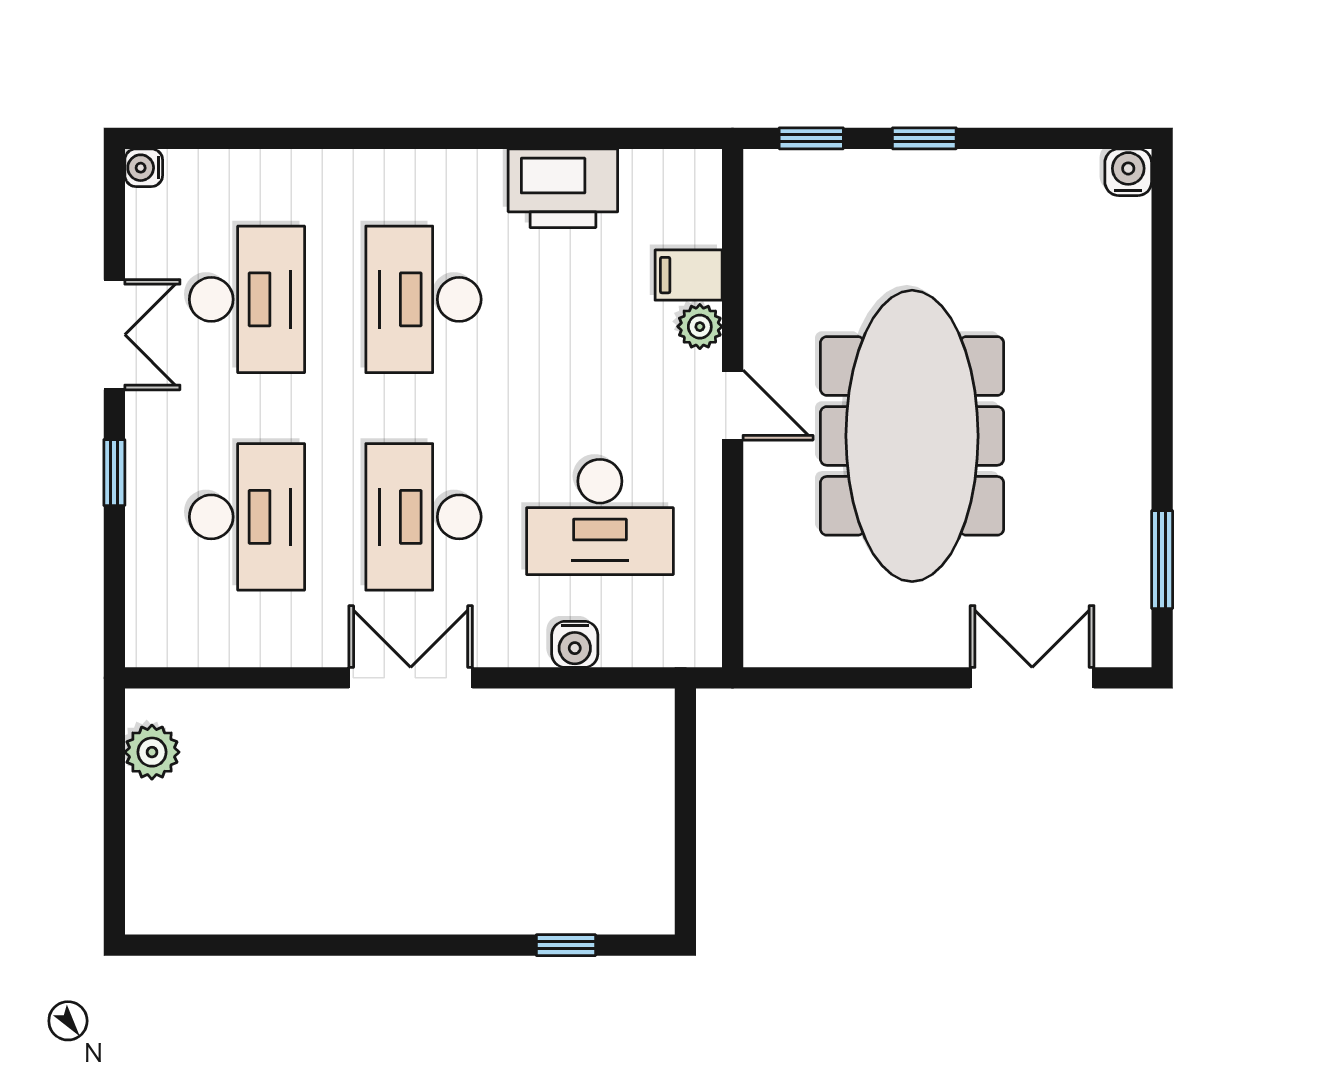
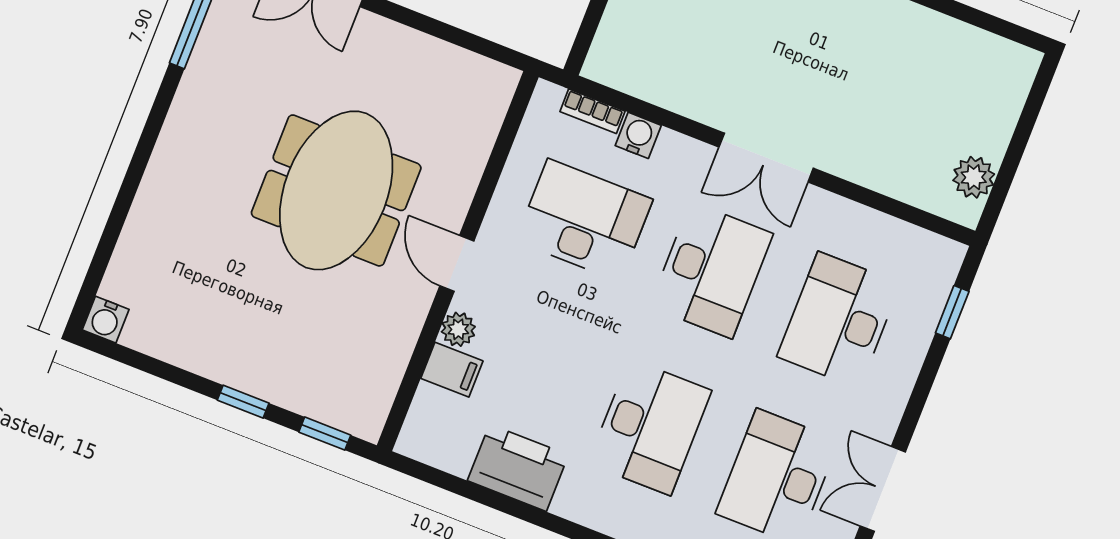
meeting table: (912, 436) -> (336, 190), width x0.73
window: (114, 473) -> (952, 312), moved
bookcase: (641, 652) -> (592, 111), added

